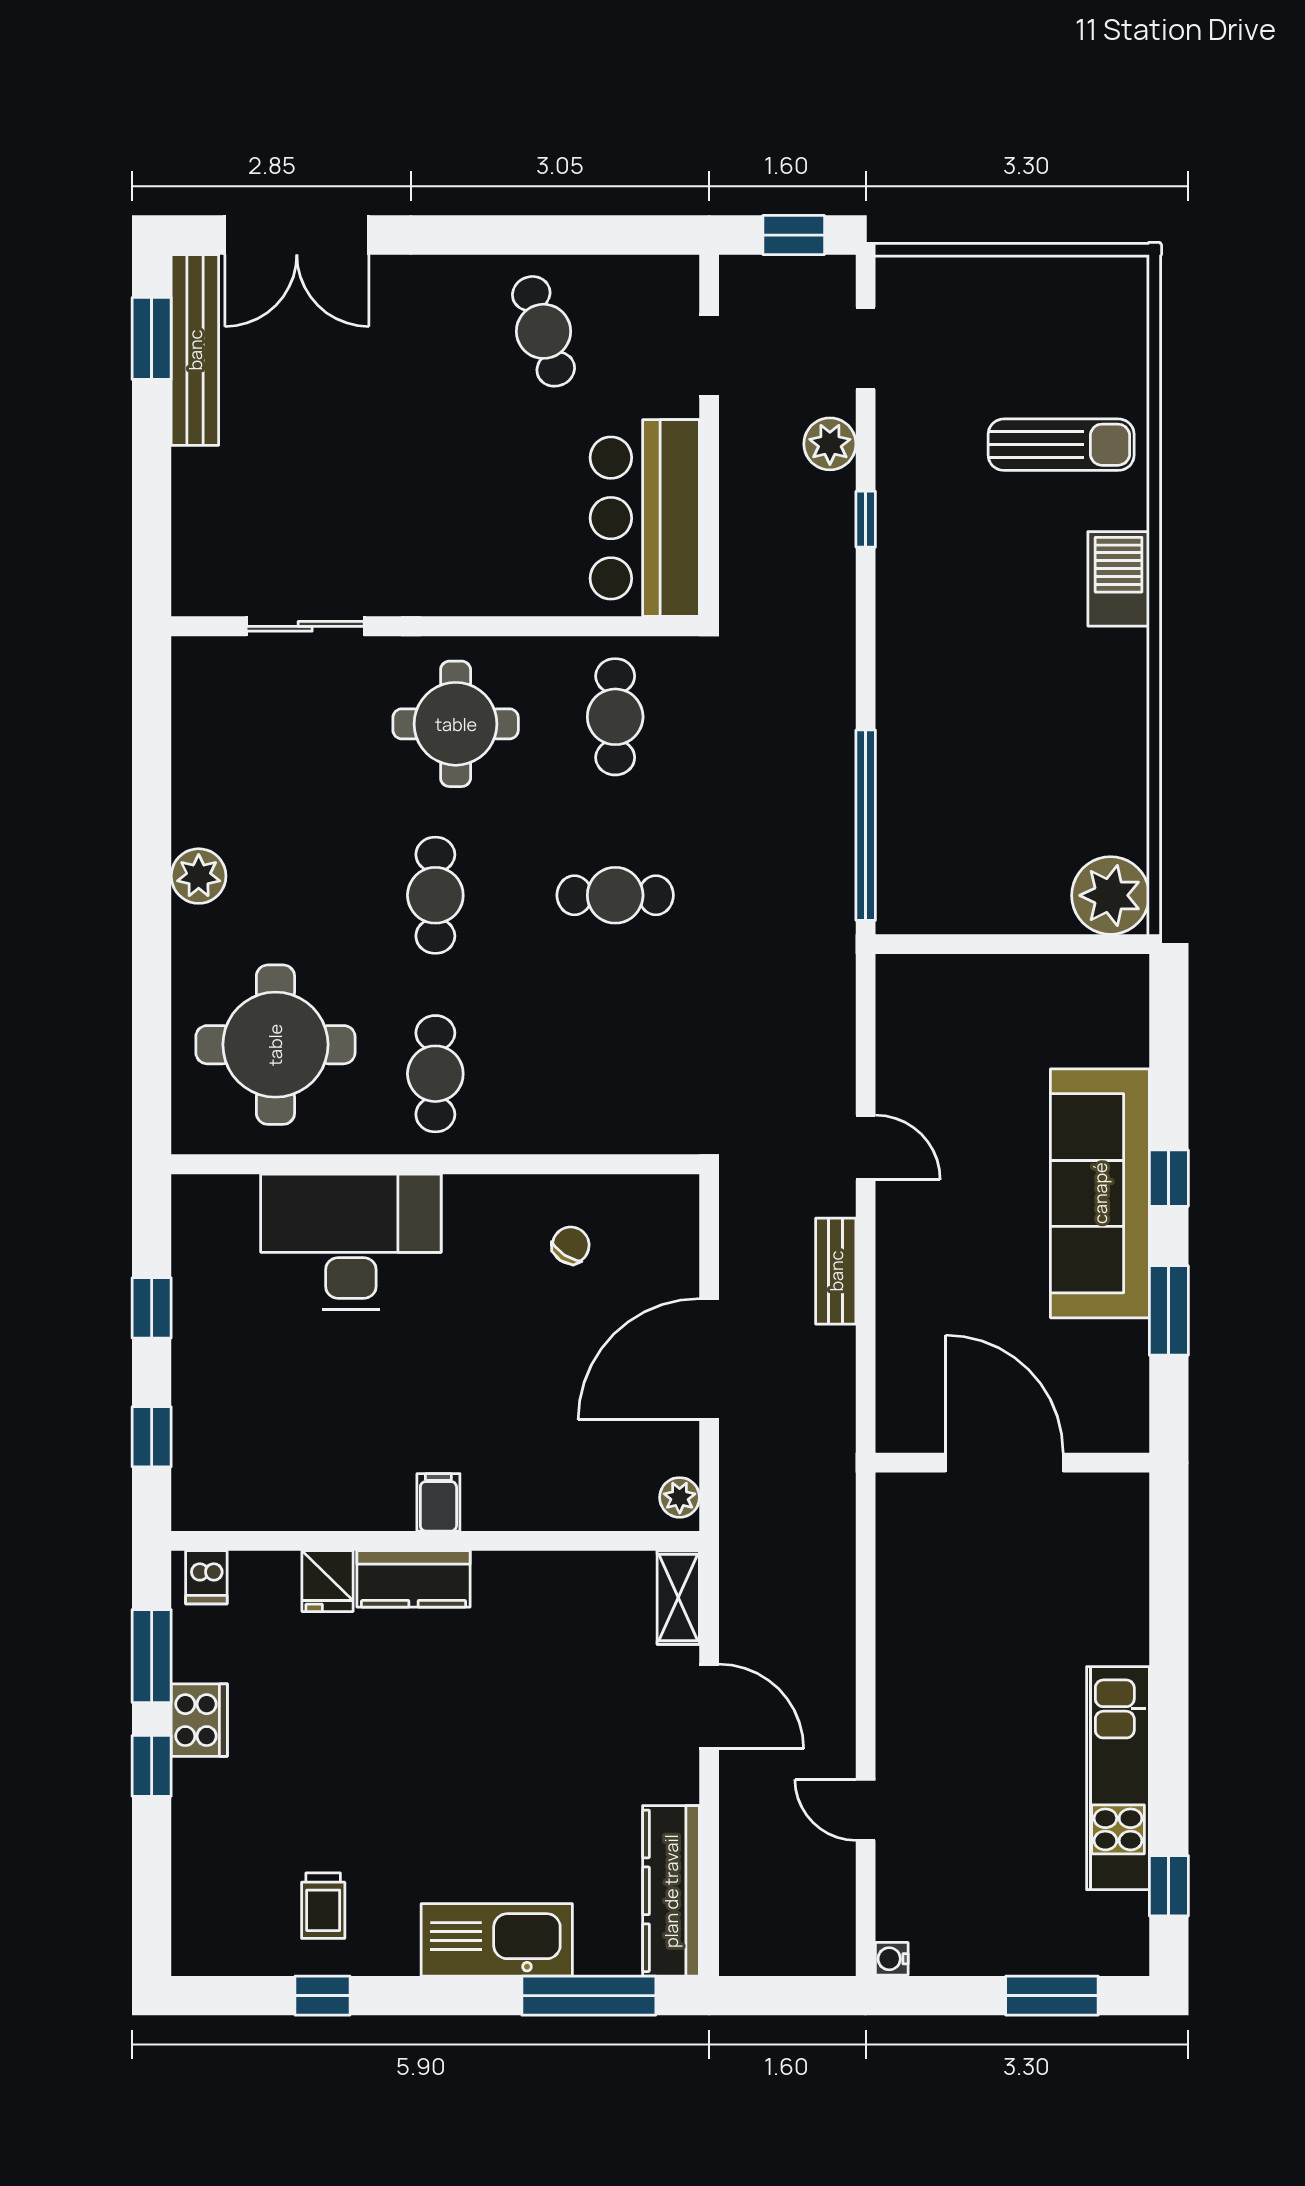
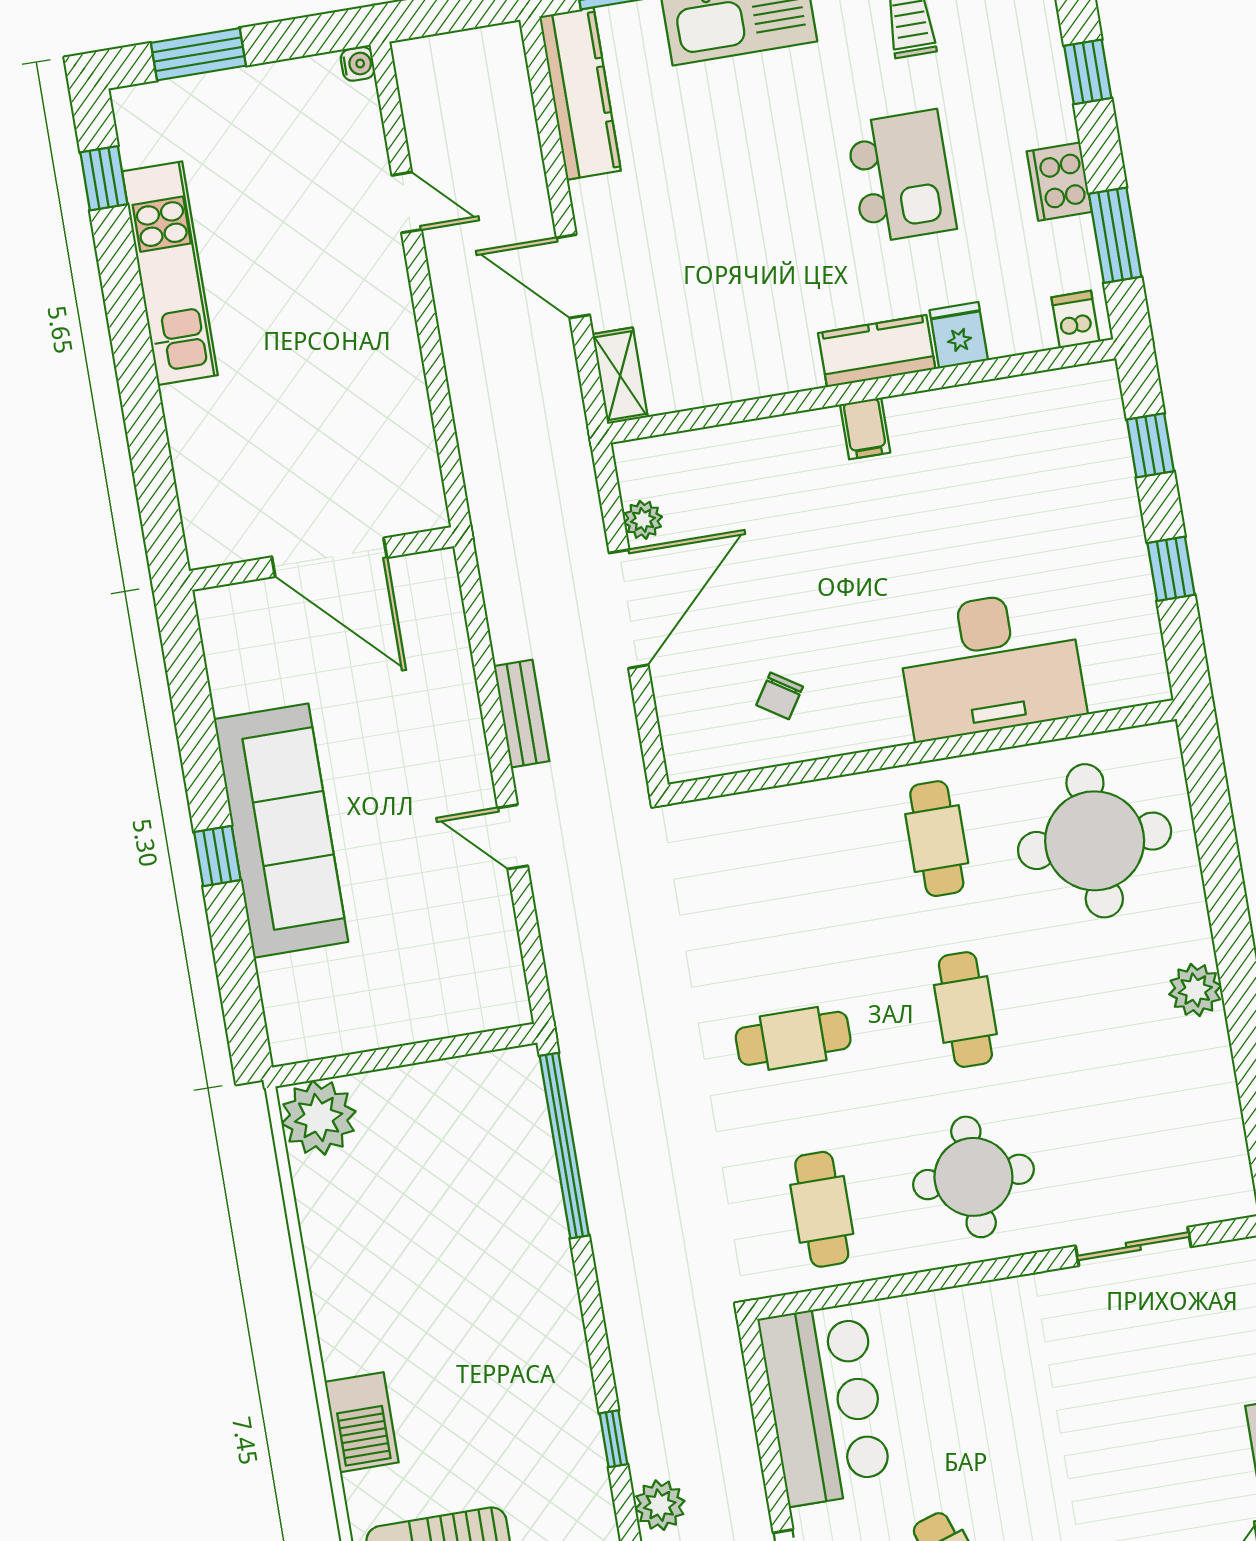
window: (1169, 1310) -> (196, 729), removed
plant: (680, 1497) -> (643, 520), moved
kitchen island: (359, 1752) -> (901, 176), added
window: (152, 1766) -> (1088, 72), moved

